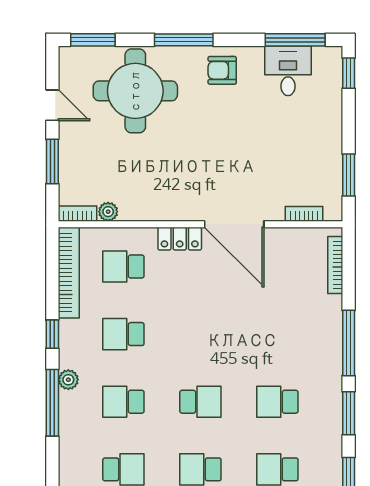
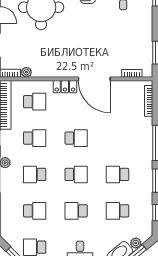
school desk: (123, 266) -> (35, 102), turned 180
school desk: (123, 334) -> (35, 138), turned 180
school desk: (200, 334) -> (76, 138), added

